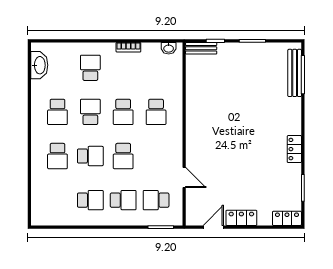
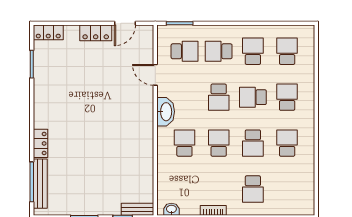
washbasin: (39, 65) -> (166, 112), moved, turned 180
locker: (294, 149) -> (41, 143), moved
school desk: (123, 156) -> (219, 97), turned 180
school desk: (57, 200) -> (287, 51), added
school desk: (90, 200) -> (253, 51), turned 90

